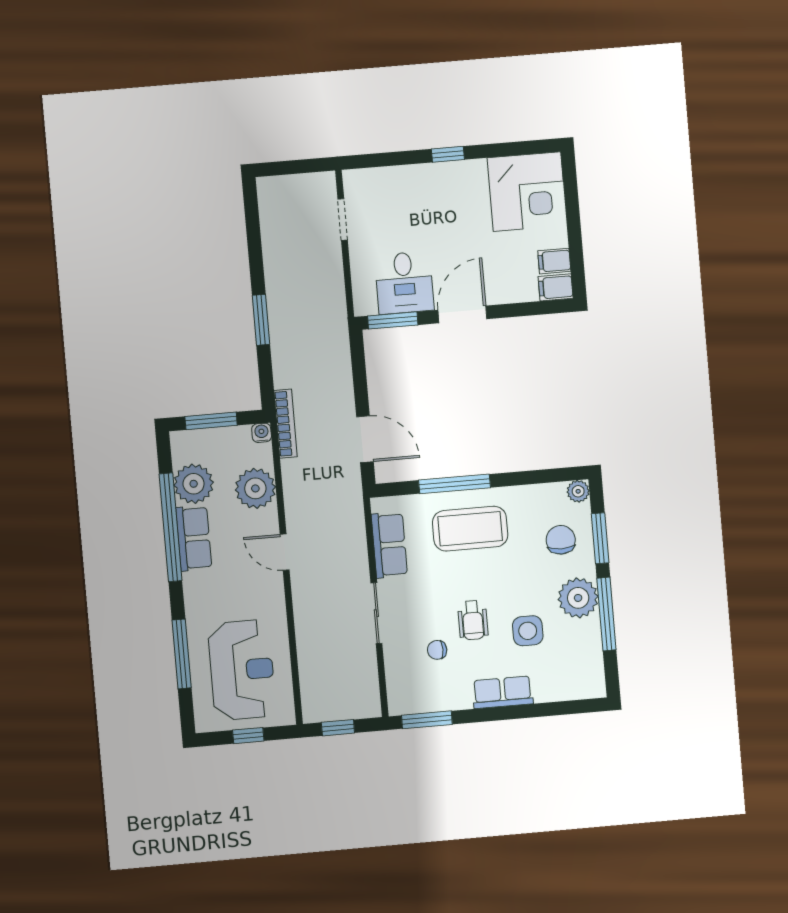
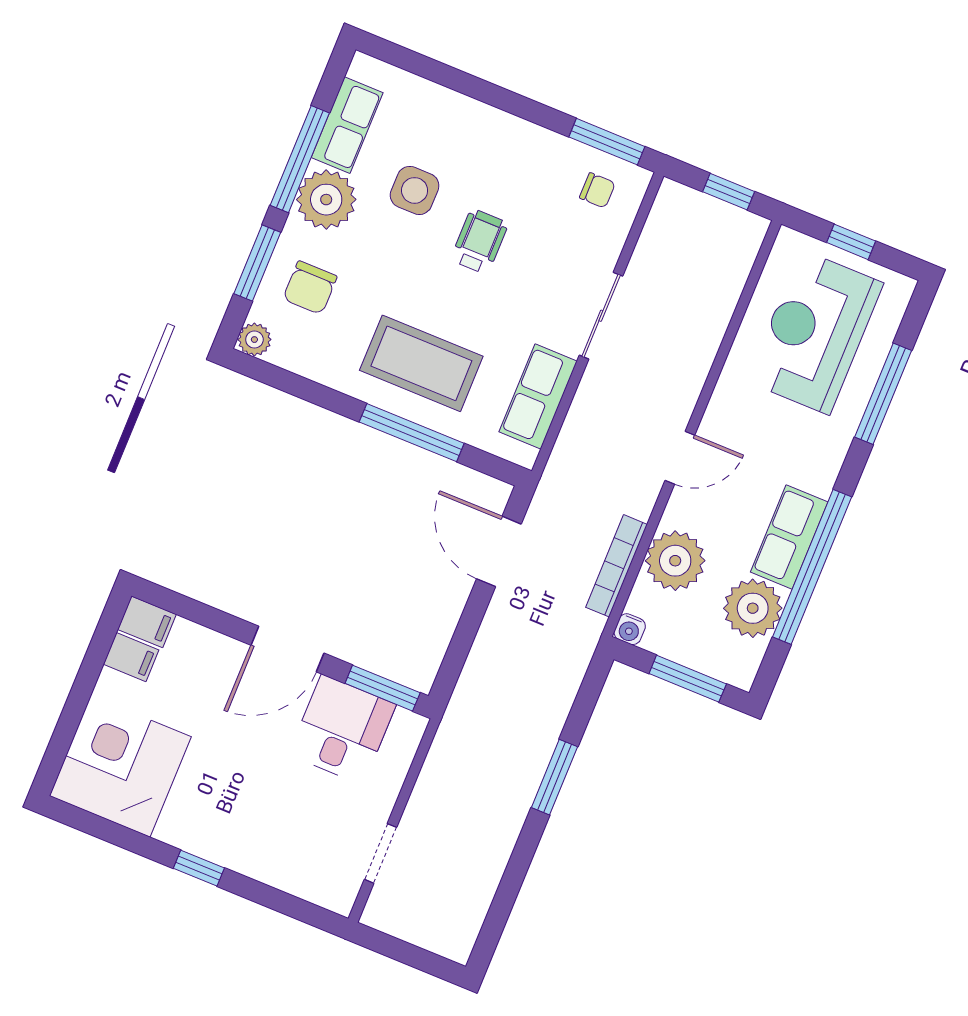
bookcase: (286, 424) -> (617, 566), moved
door: (285, 552) -> (680, 458), hinge flipped
chair: (437, 650) -> (597, 190), moved
row of seats: (503, 692) -> (347, 125), moved, turned -90

